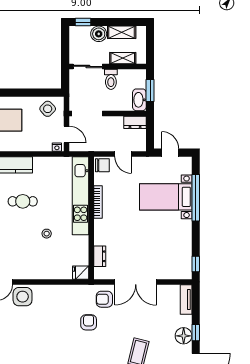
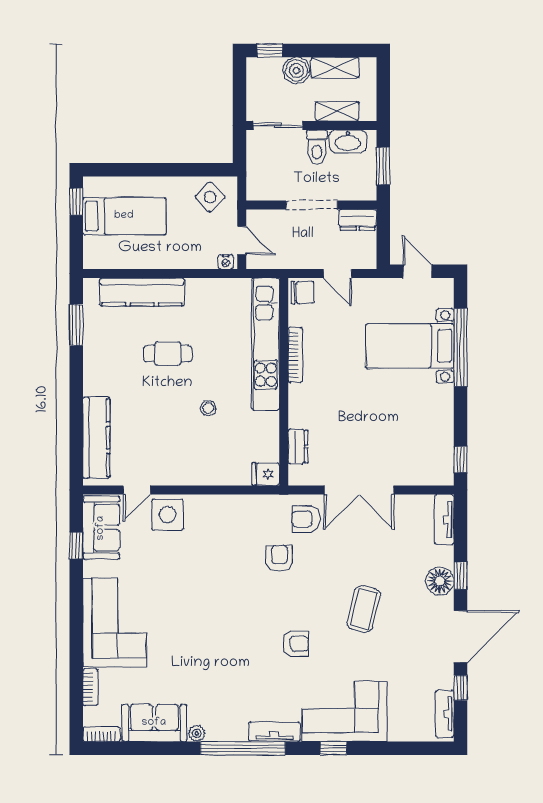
washbasin: (139, 100) -> (348, 141), moved, turned -90
doorway: (87, 113) -> (312, 205), moved

